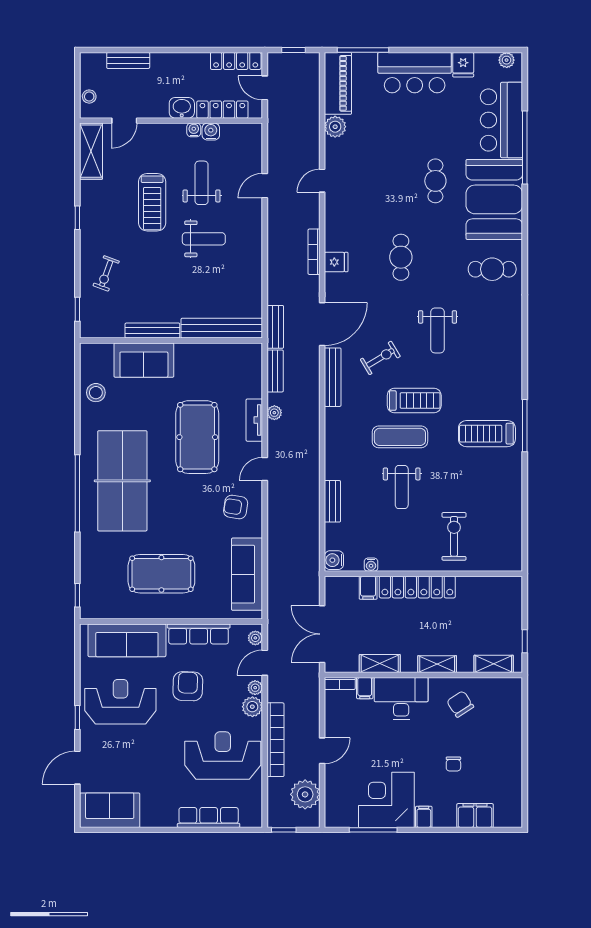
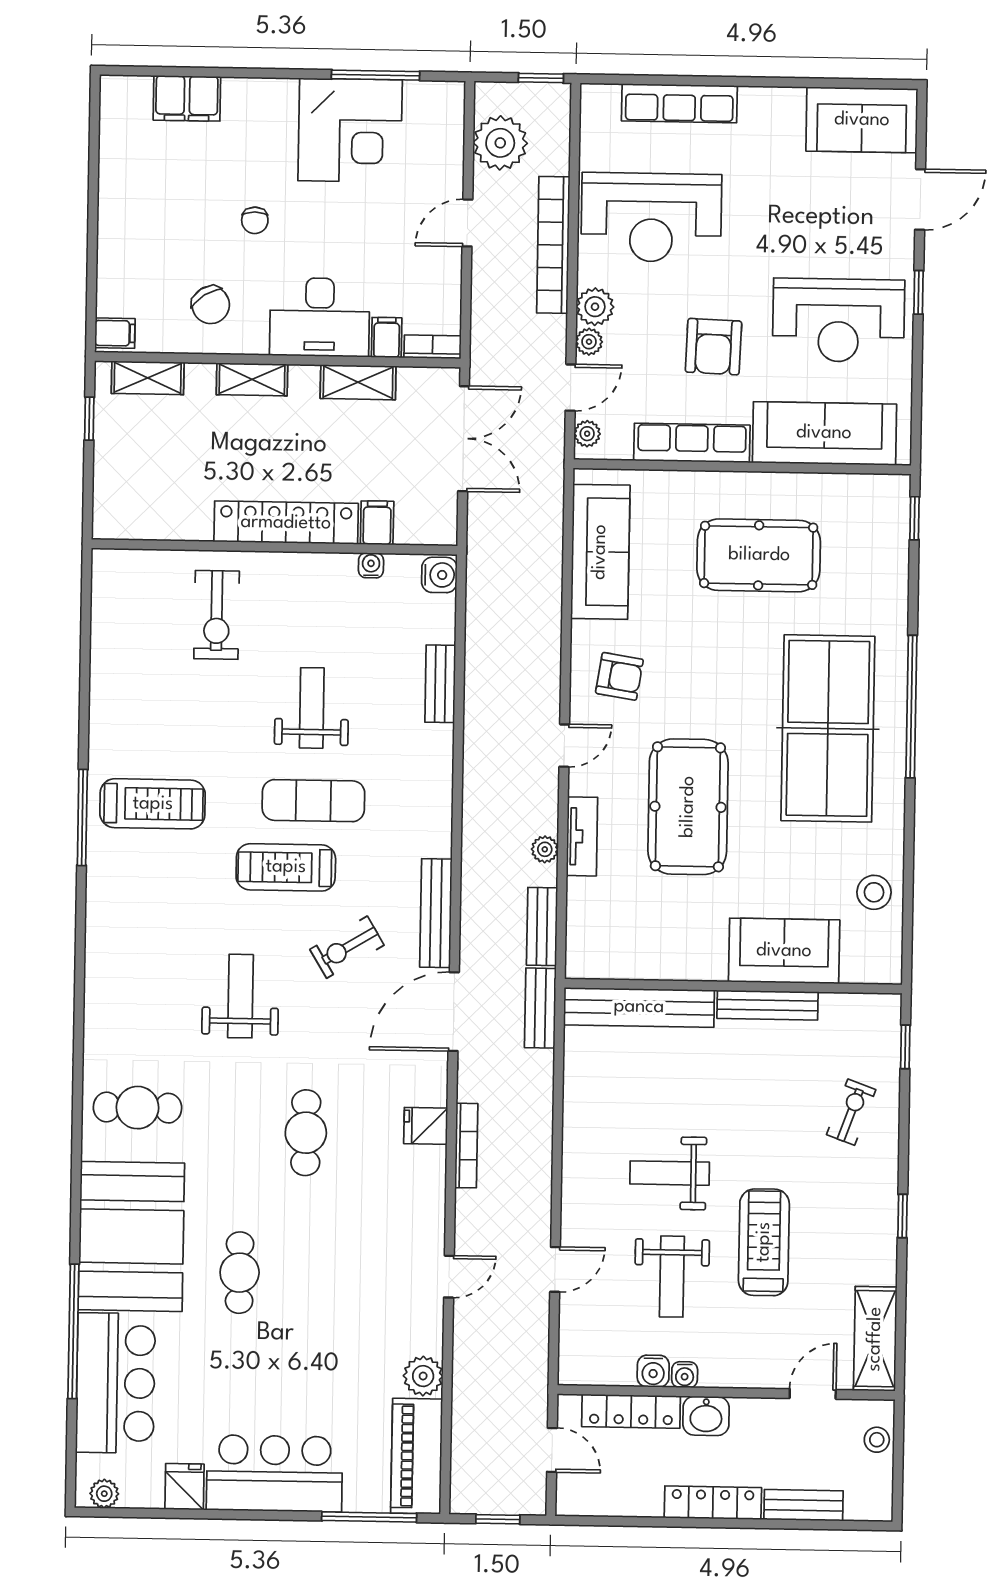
locker: (236, 61) -> (713, 1503), moved
chair: (453, 764) -> (255, 220), moved, turned 180
filing cabinet: (424, 817) -> (115, 333), moved, turned -90

